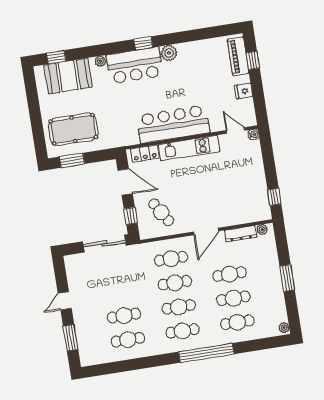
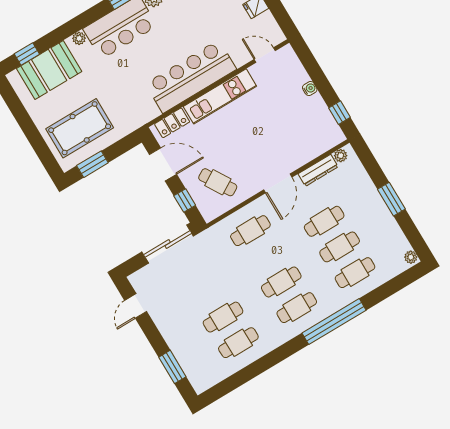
water cooler: (254, 134) -> (310, 89), moved
cafe table: (175, 283) -> (266, 256), removed
door: (65, 301) -> (136, 306), moved

